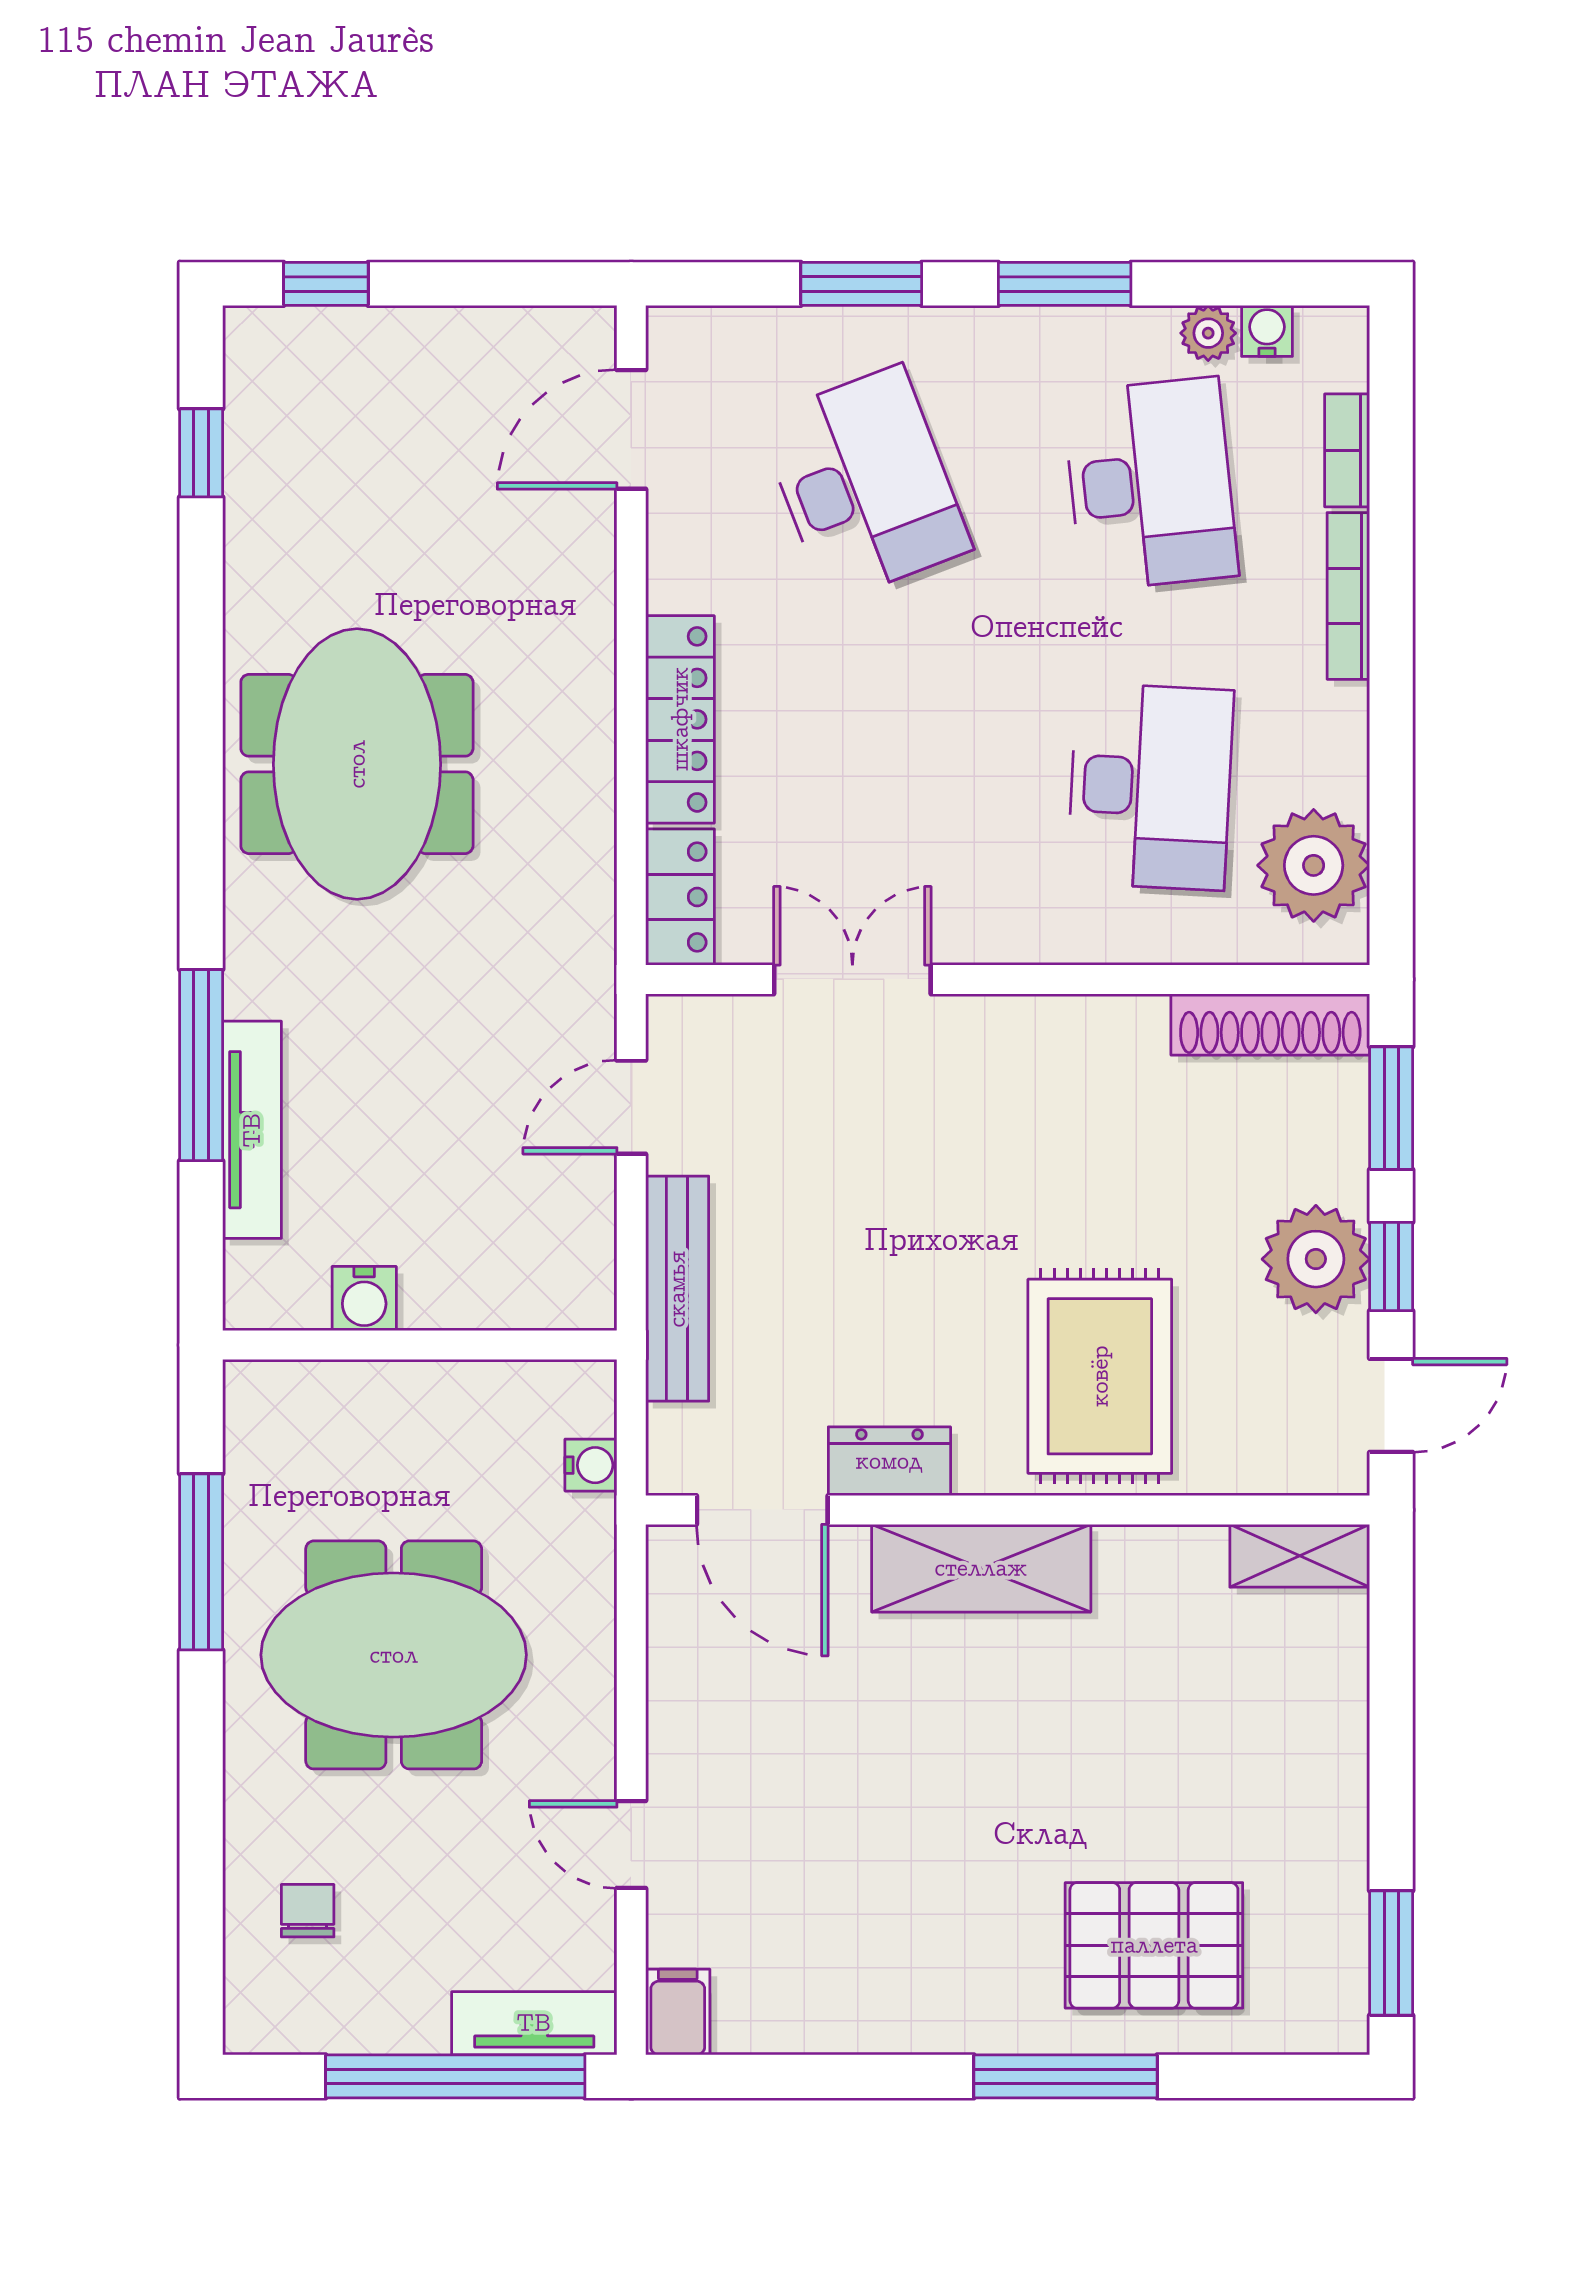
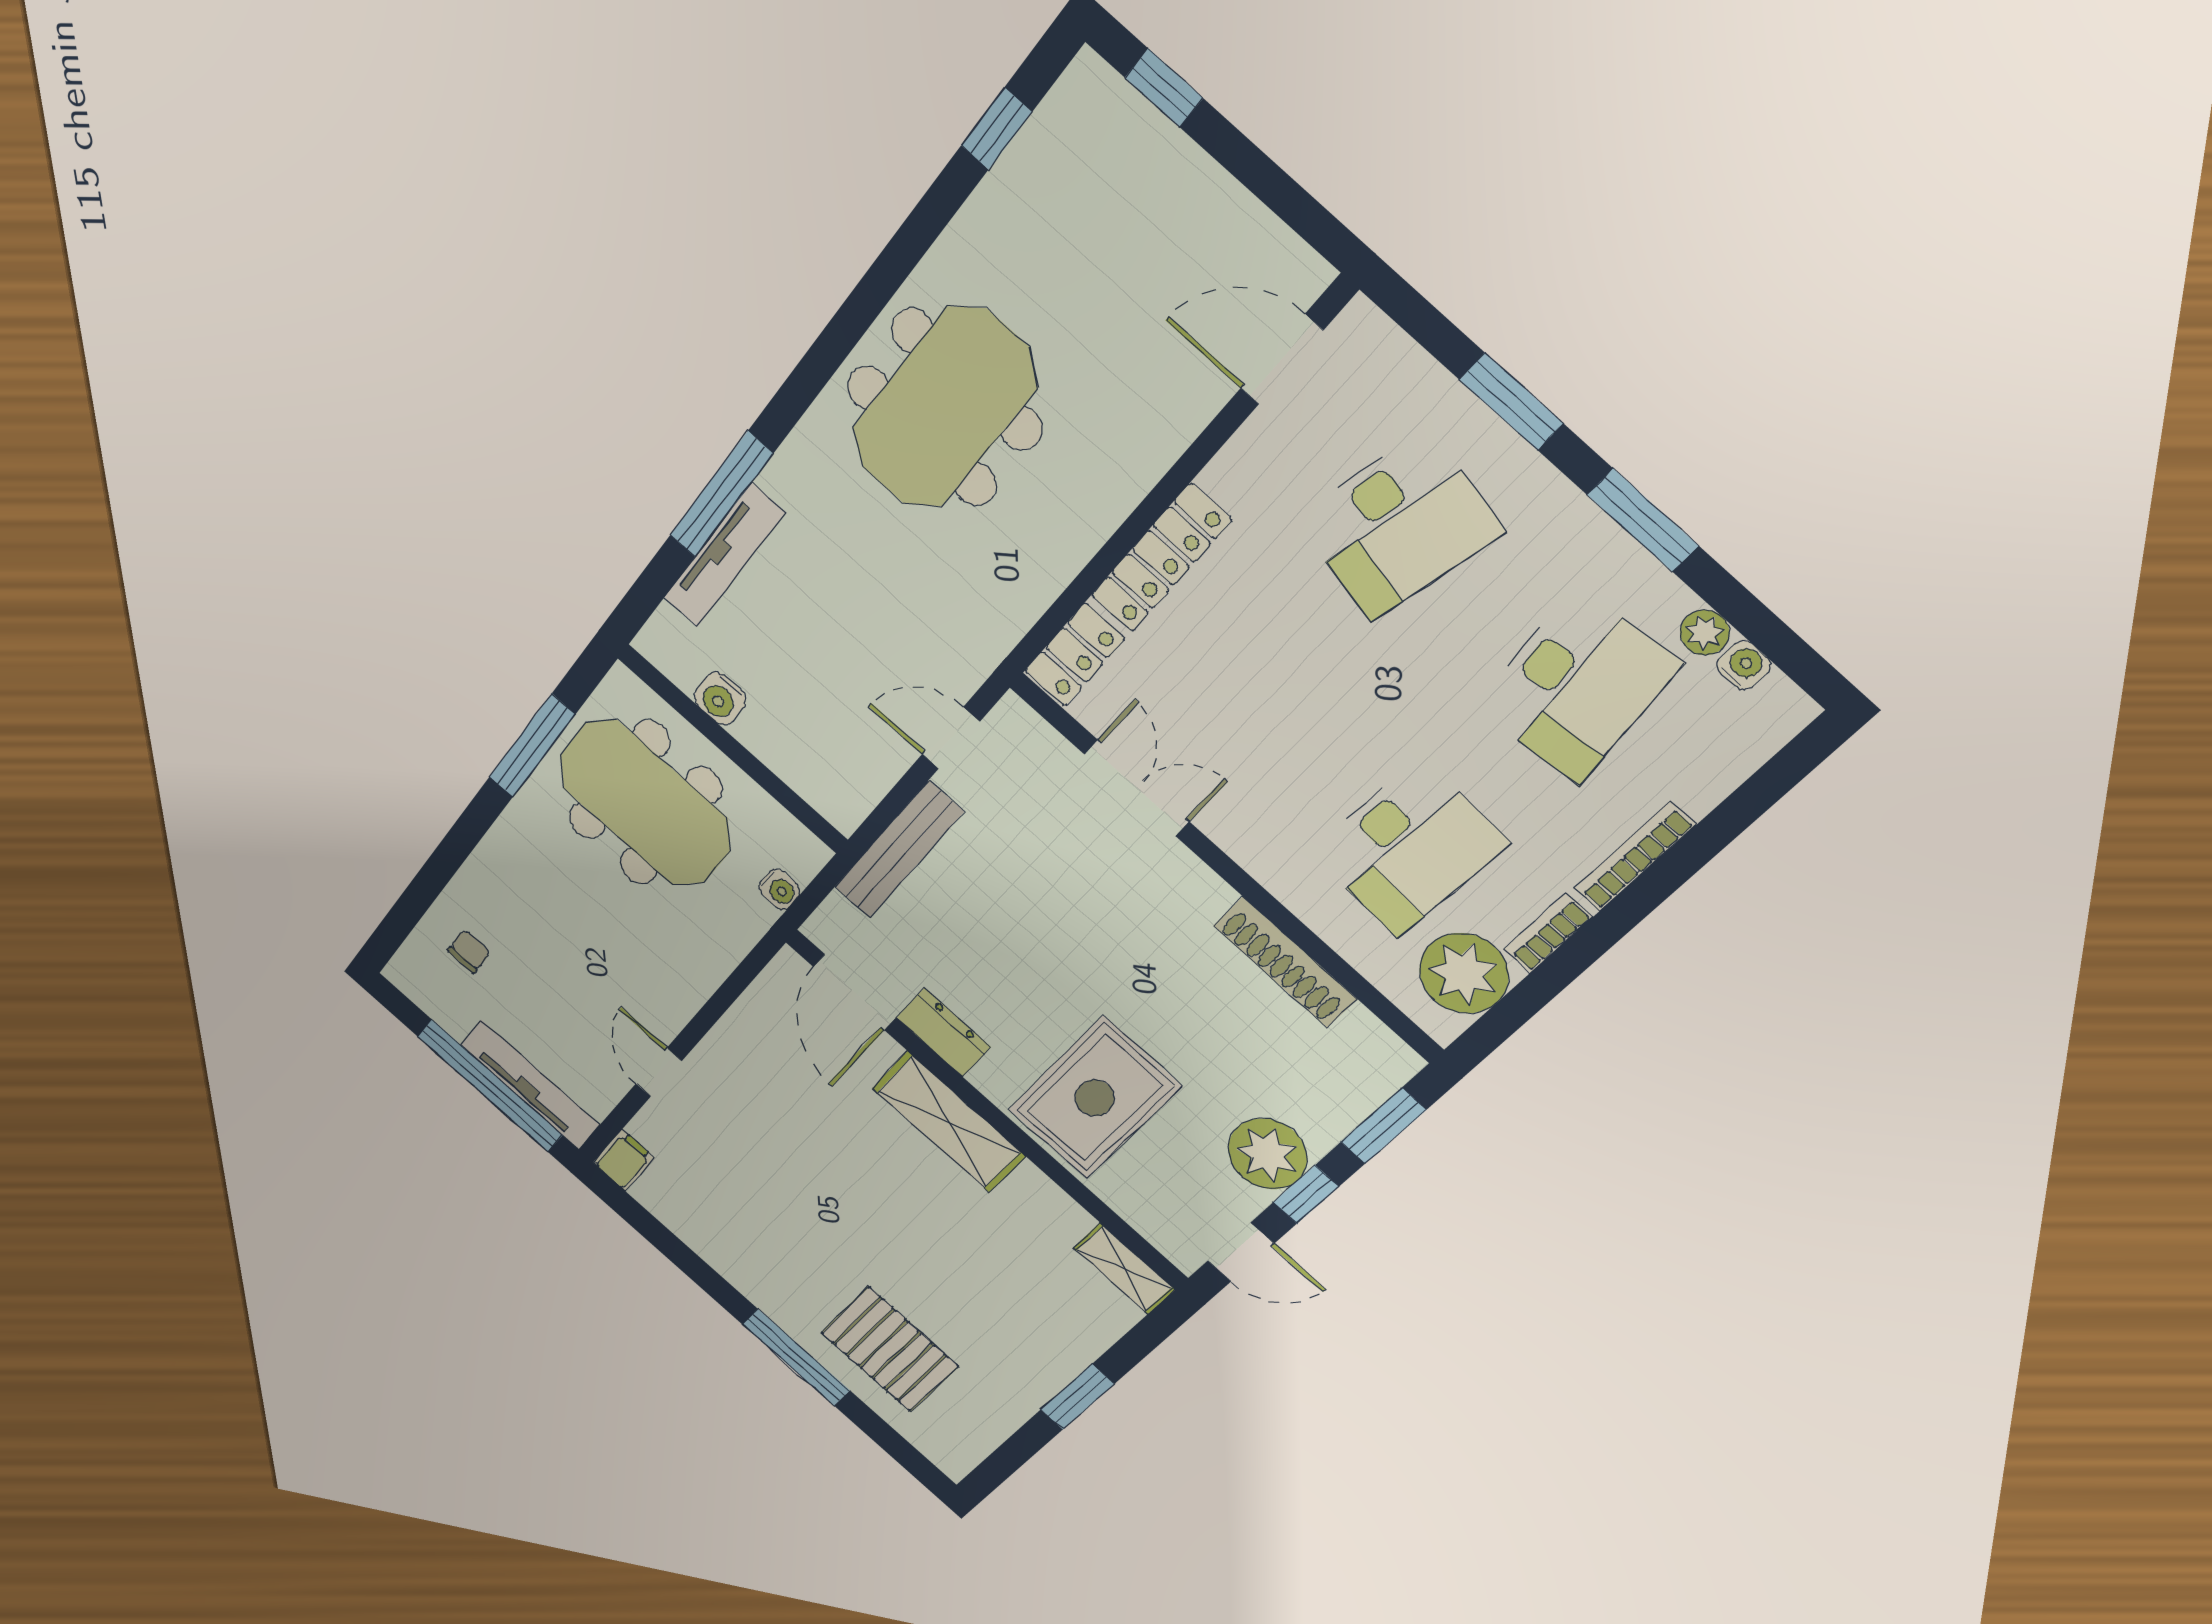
bookcase: (1347, 450) -> (1548, 933), moved
desk: (865, 484) -> (1399, 525), turned 33
shoe rack: (1270, 1024) -> (1285, 962), moved
meeting table: (394, 1655) -> (645, 803), moved
window: (1391, 1953) -> (1077, 1397), moved
tv unit: (534, 2023) -> (530, 1085), width x1.41

